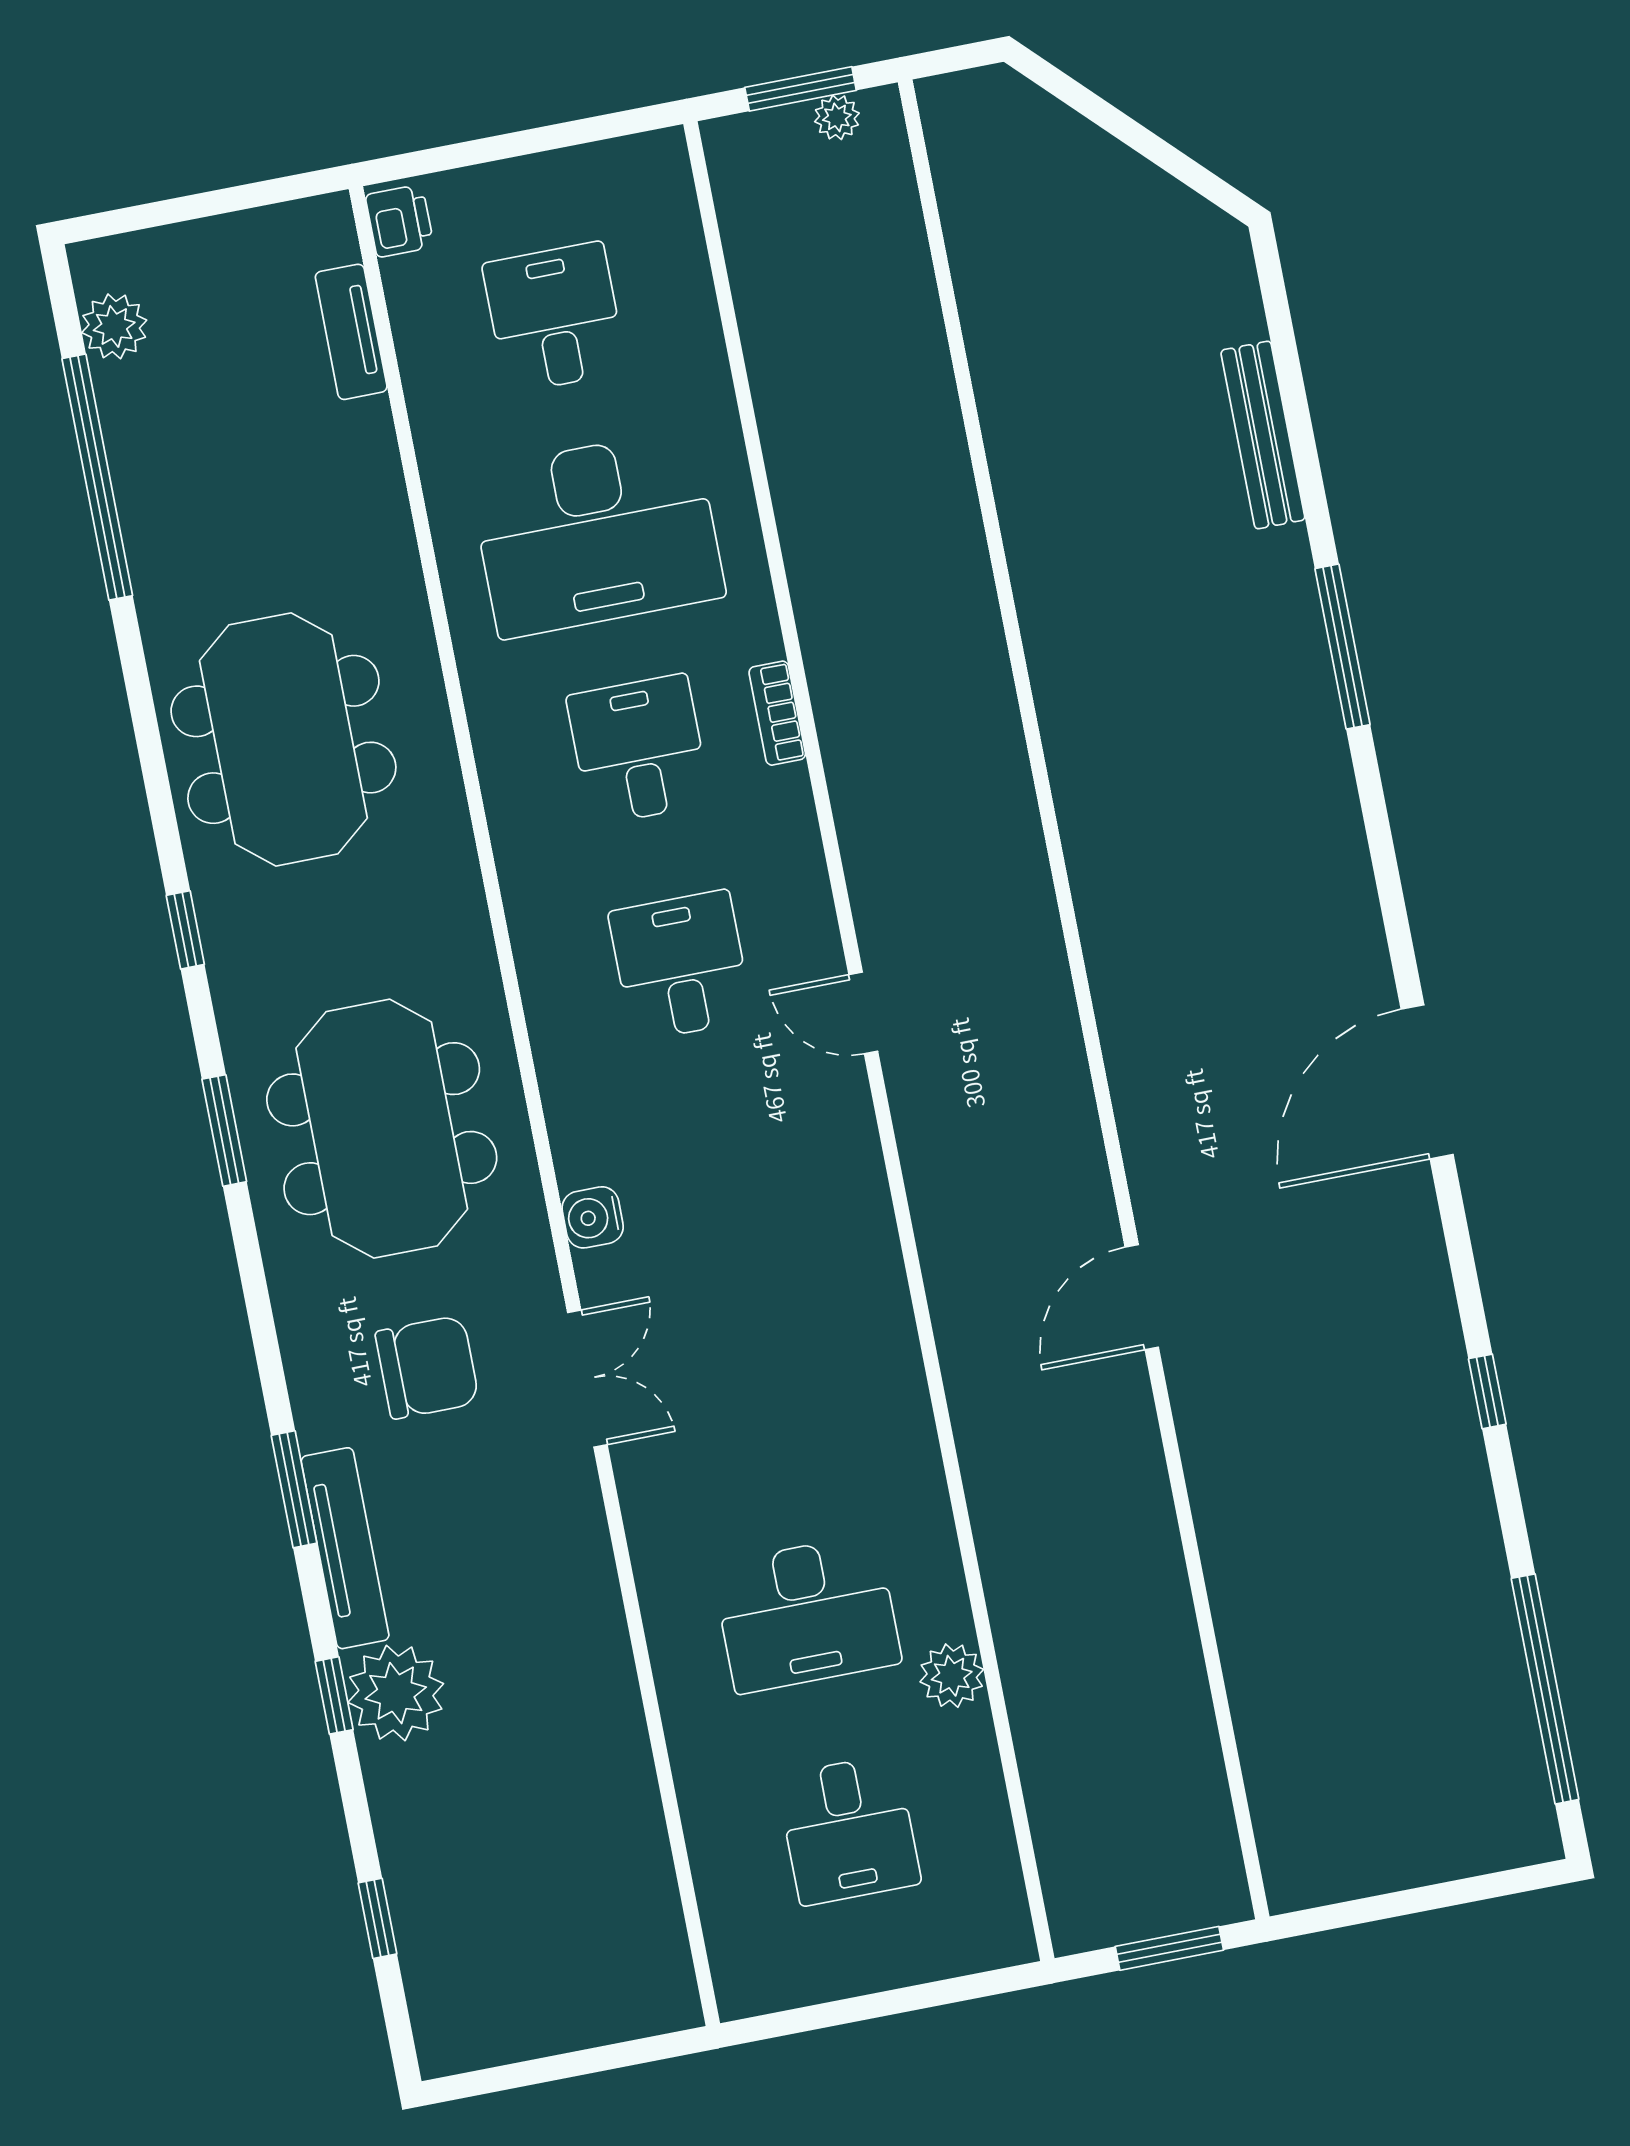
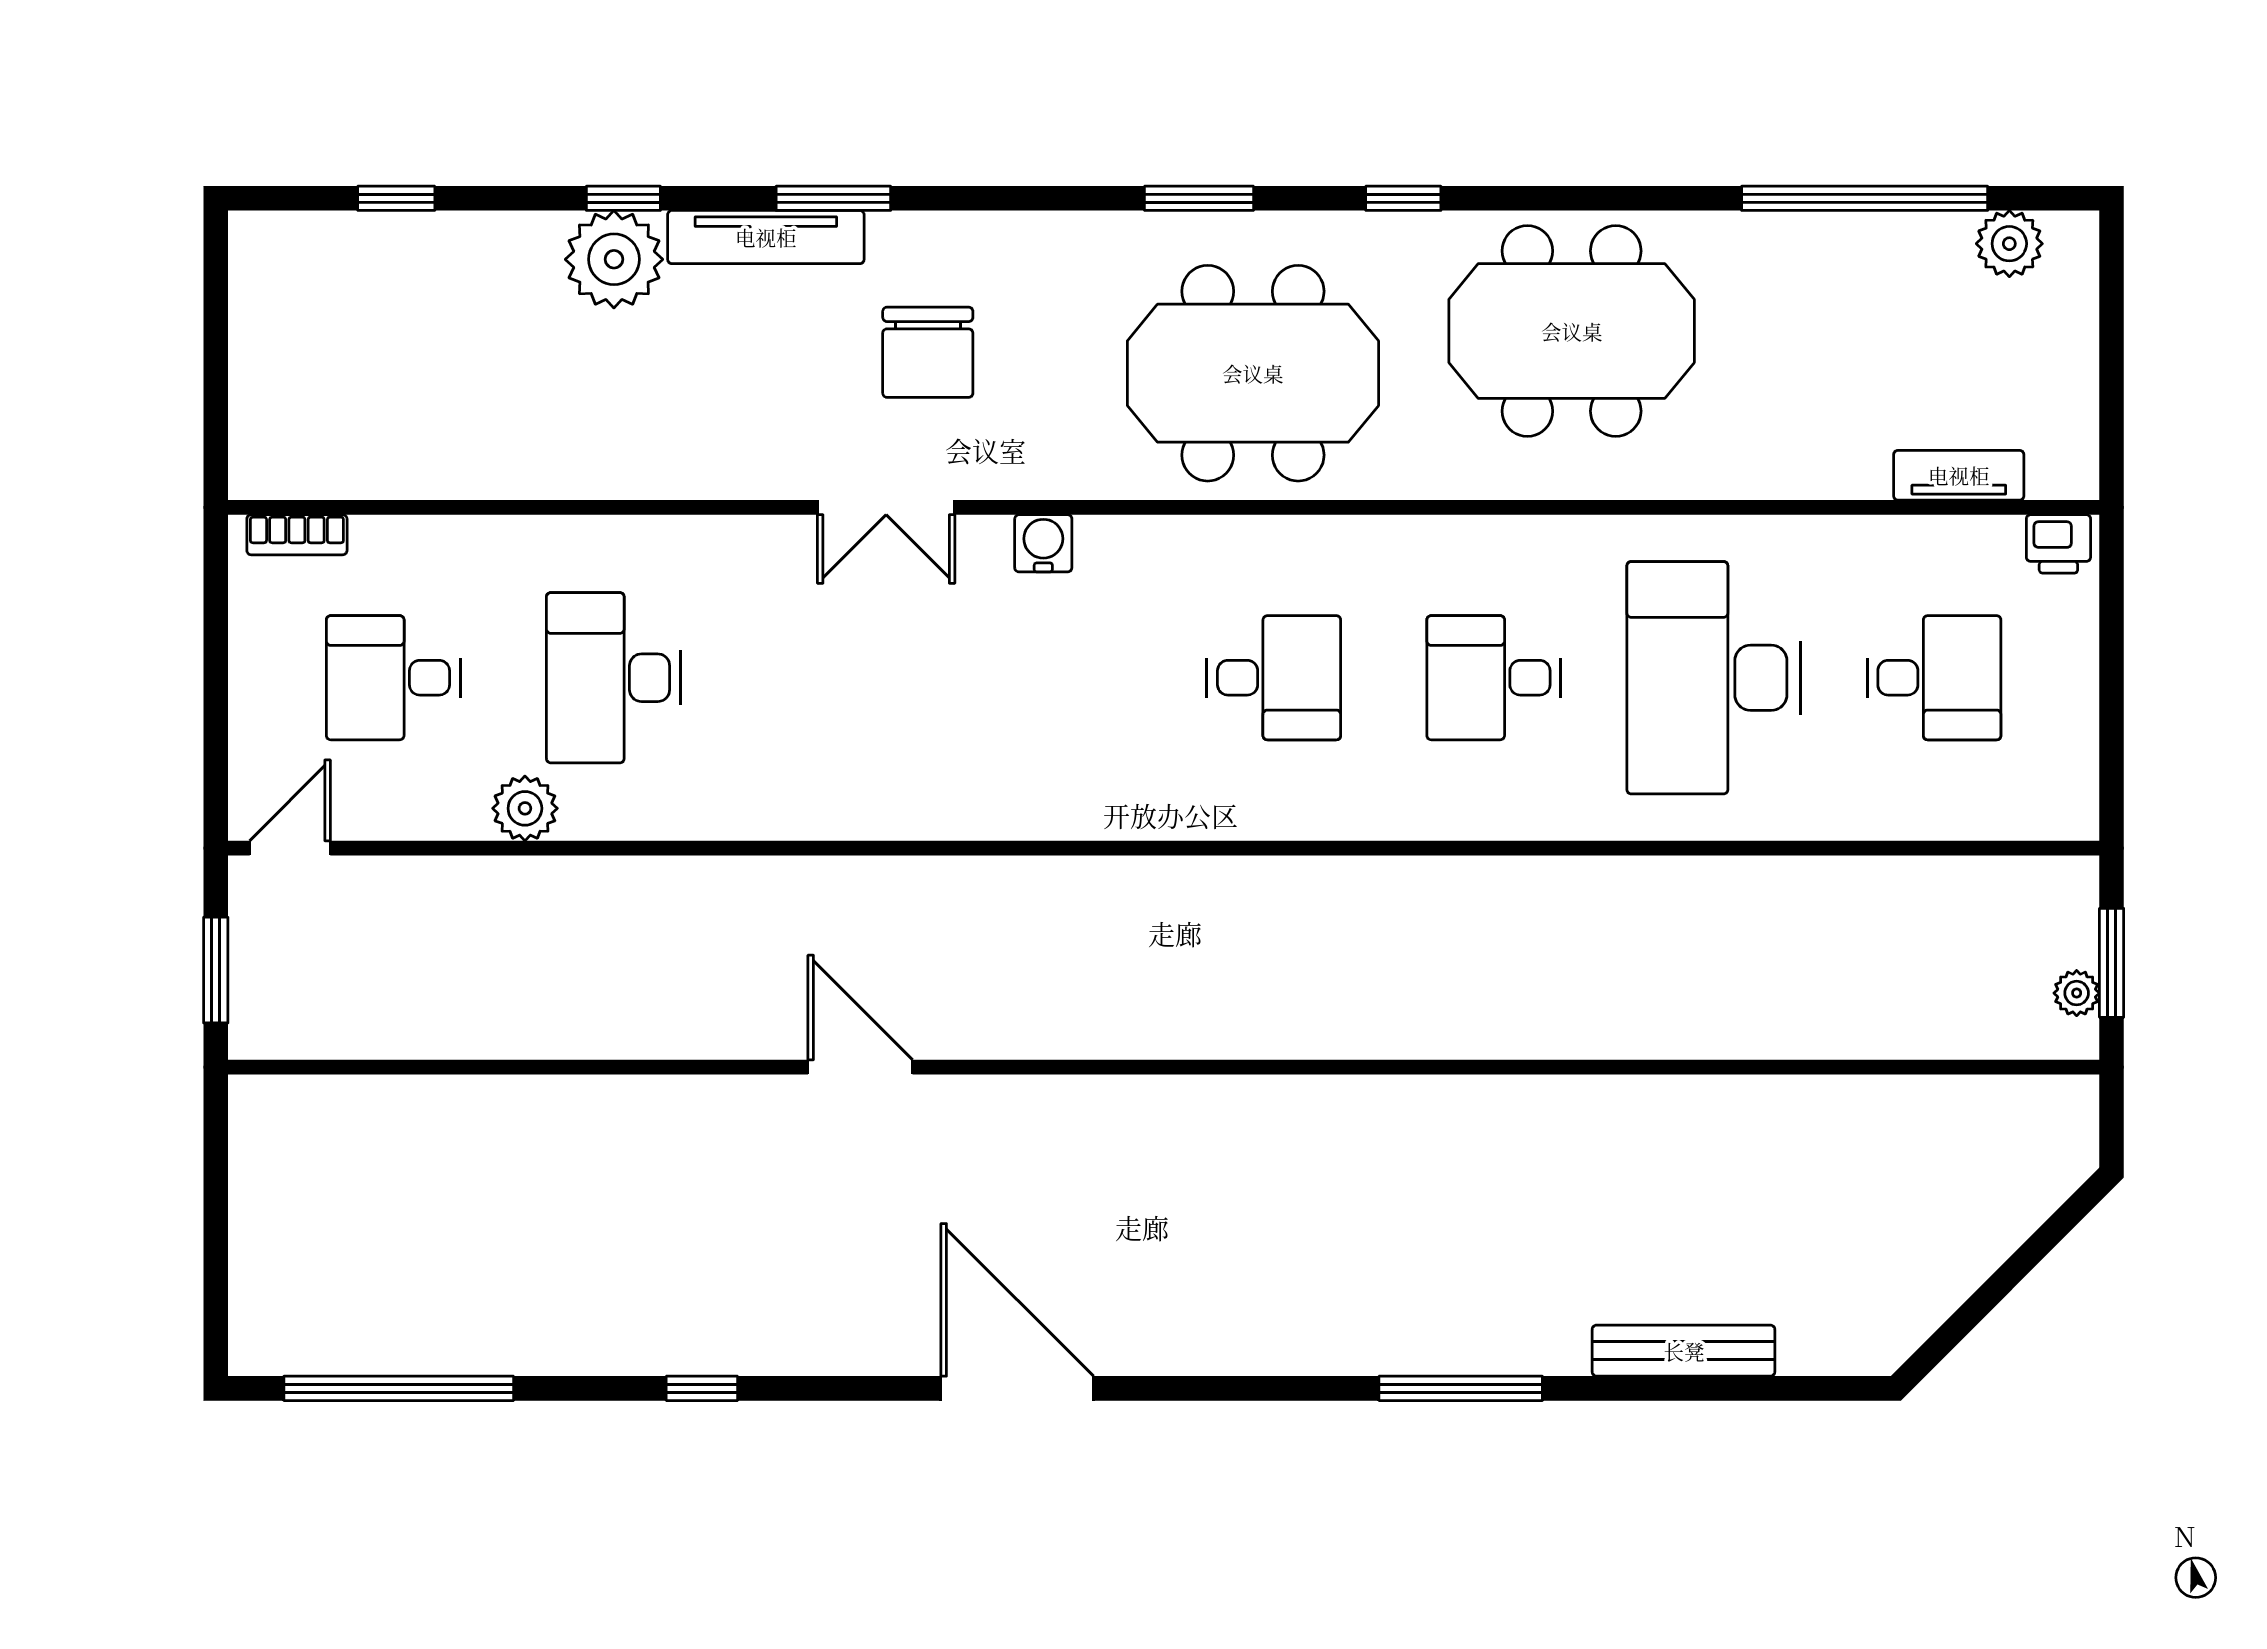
bookcase: (777, 713) -> (297, 535), moved, turned 180
desk: (639, 750) -> (1494, 678), turned 180
door: (863, 1013) -> (290, 848), moved
meeting table: (382, 1129) -> (1253, 373), moved

